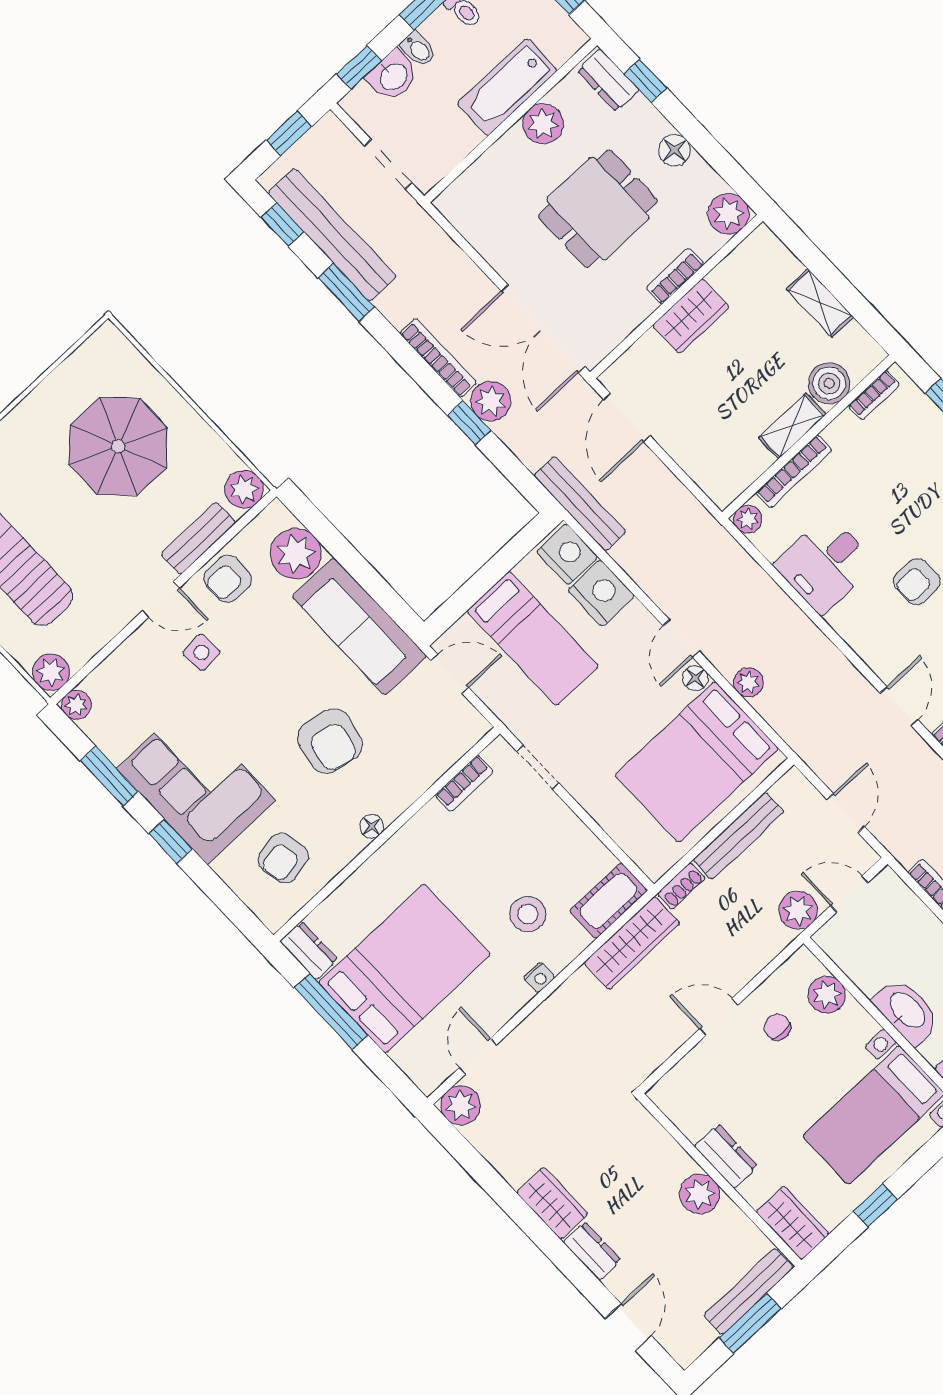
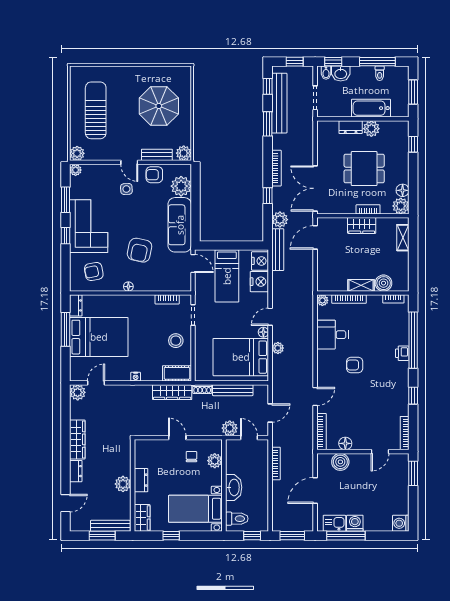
bidet: (418, 49) -> (326, 73), moved
dresser: (608, 80) -> (351, 127), moved, turned -90
floor lamp: (675, 150) -> (403, 190), moved
shelving: (820, 303) -> (403, 238), moved
plant: (491, 401) -> (280, 220), moved
stool: (528, 914) -> (176, 341), moved
wardrobe: (552, 1203) -> (77, 439), width x1.50

